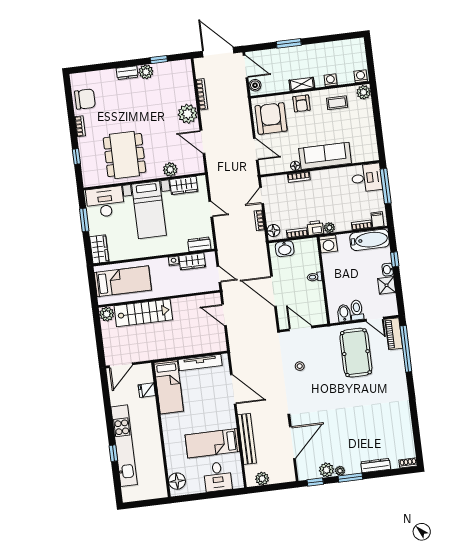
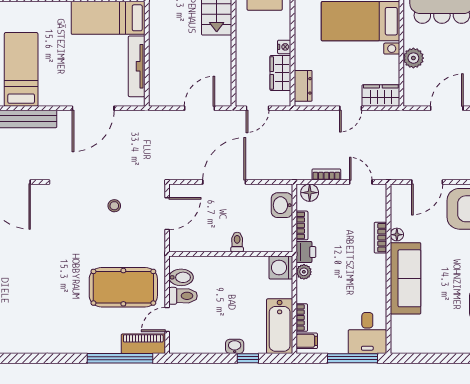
wardrobe: (184, 185) -> (381, 96), moved, turned 90
shower: (387, 285) -> (213, 342), removed

